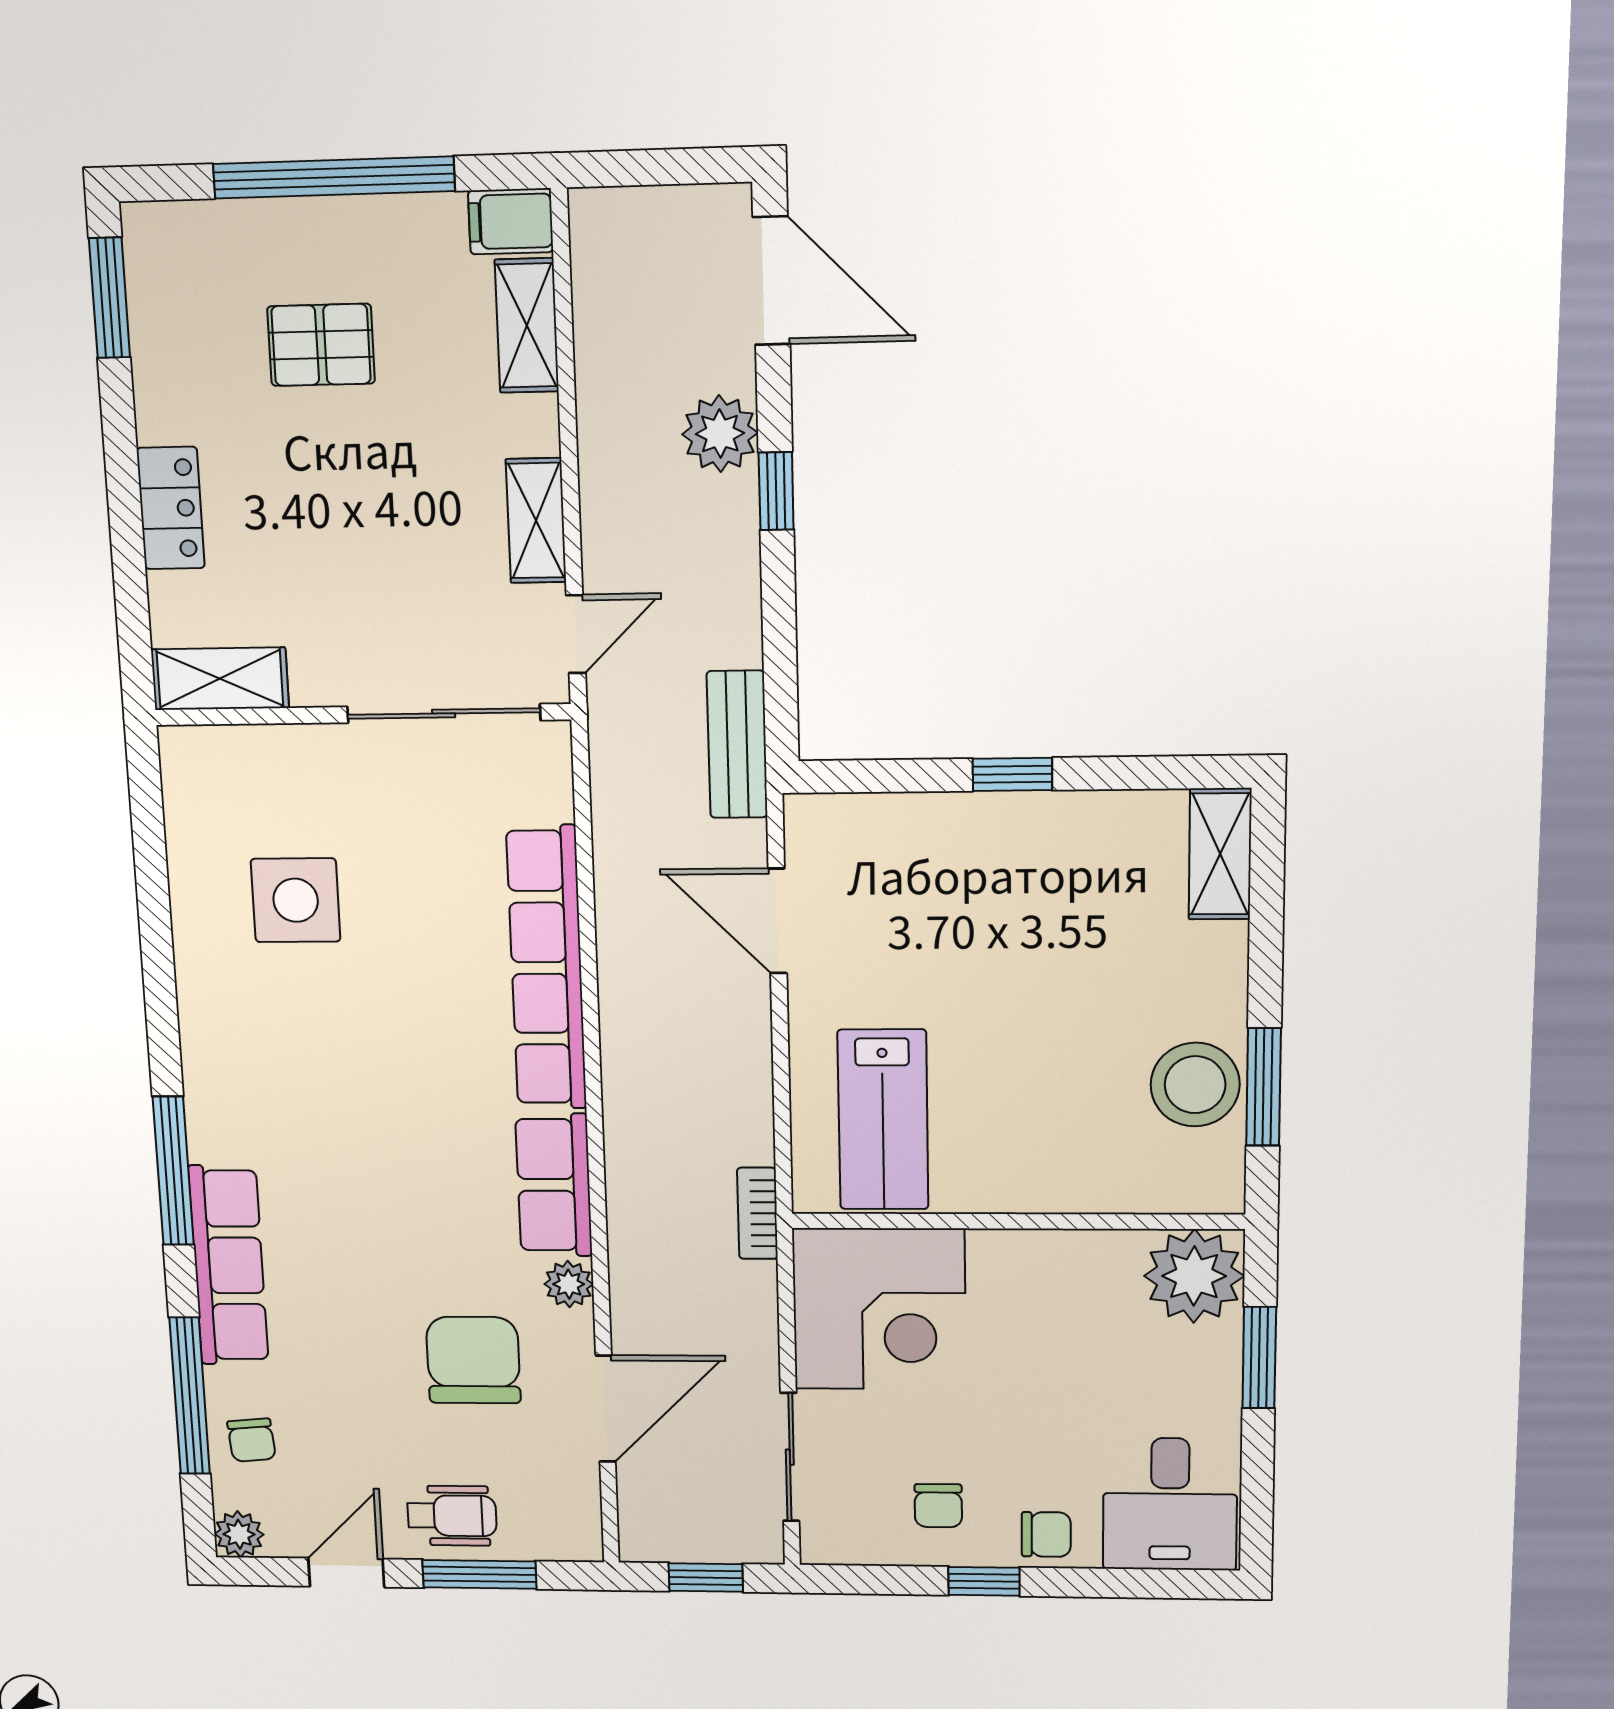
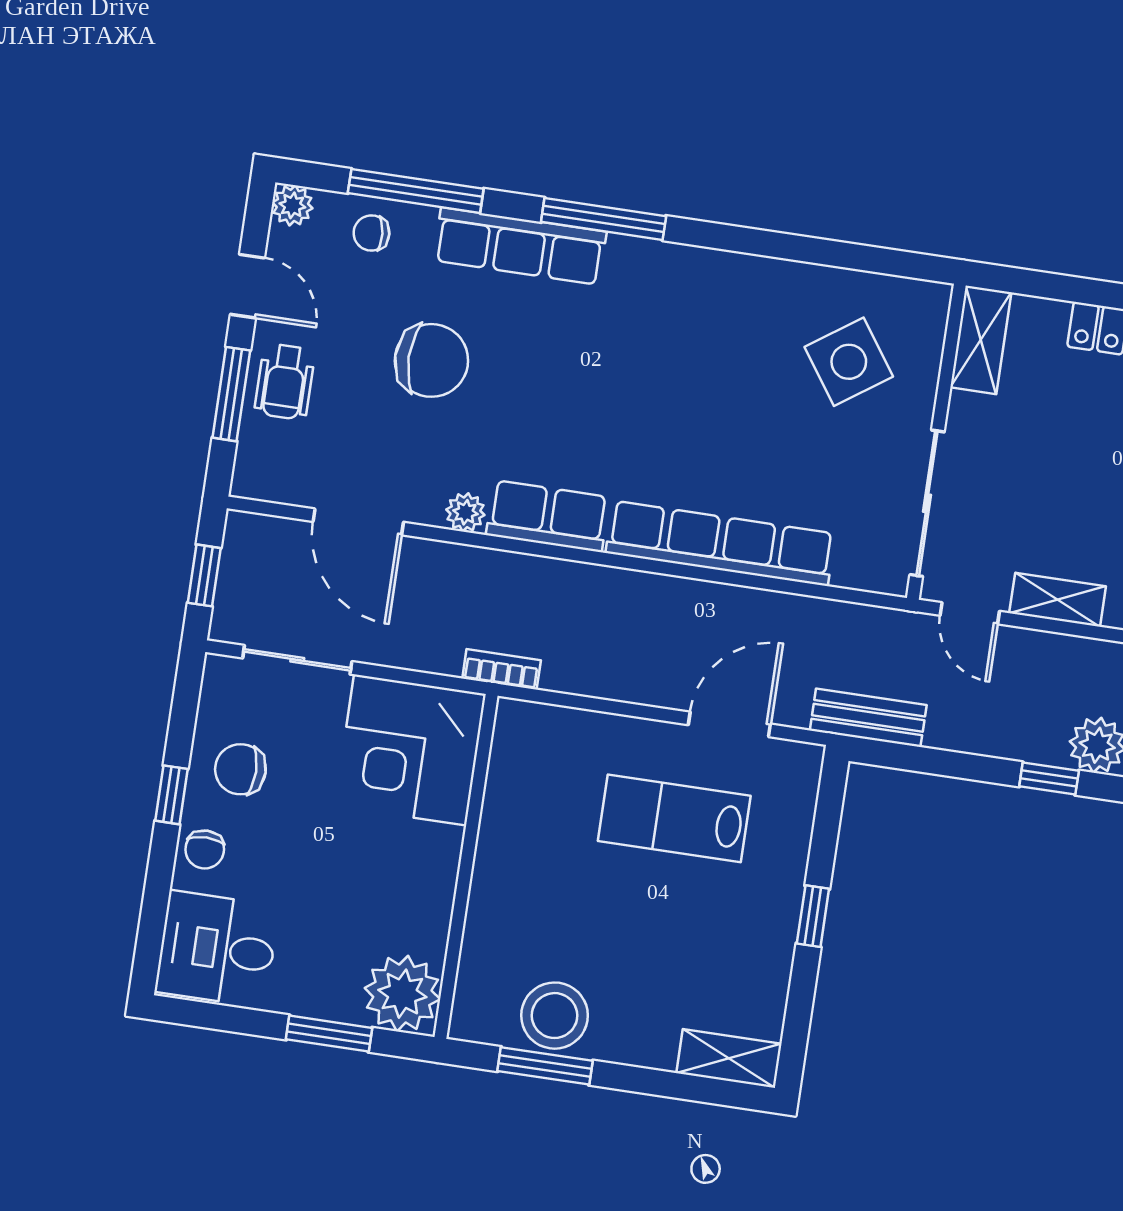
side table: (296, 900) -> (849, 362), moved, turned -35
lab bench: (883, 1120) -> (674, 818), moved
chair: (473, 1360) -> (431, 360), moved
chair: (938, 1506) -> (240, 769), width x1.37, depth x1.37

